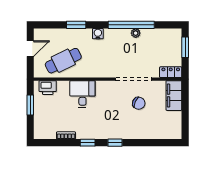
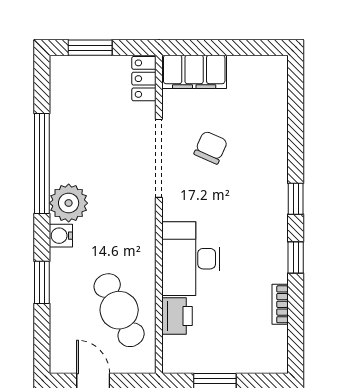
plant: (136, 33) -> (69, 203), moved, width x1.88, depth x1.88
printer: (48, 88) -> (177, 316), moved
desk: (82, 94) -> (191, 259), width x1.37

